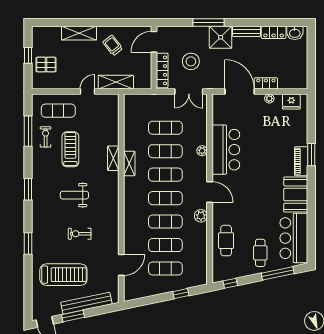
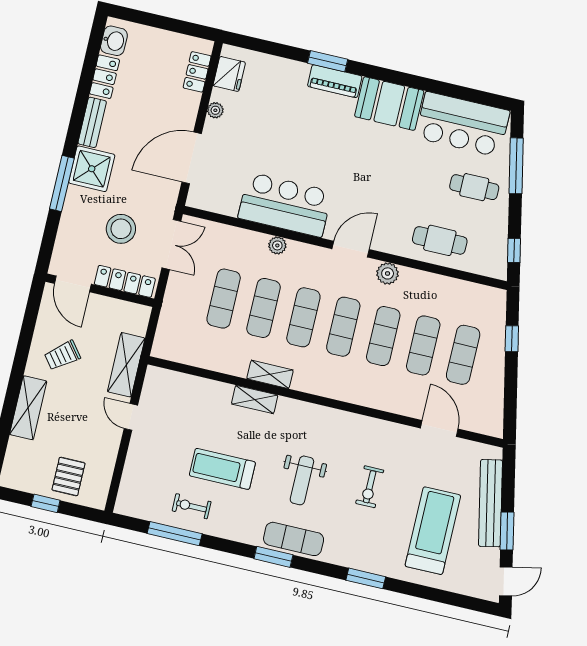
locker: (266, 83) -> (197, 72), moved
exercise mat: (58, 111) -> (294, 539), moved, turned 90

